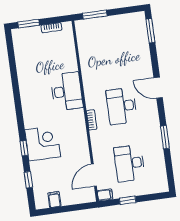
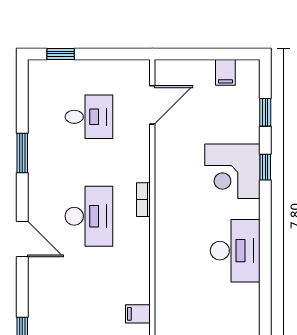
desk: (67, 91) -> (235, 251), moved, turned 180
desk: (129, 163) -> (89, 117), width x0.73
filing cabinet: (105, 195) -> (138, 314), moved
window: (128, 200) -> (61, 54), moved

